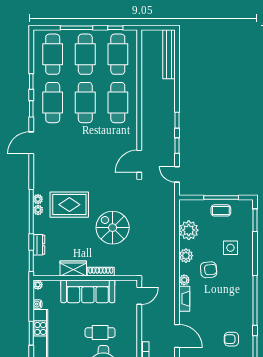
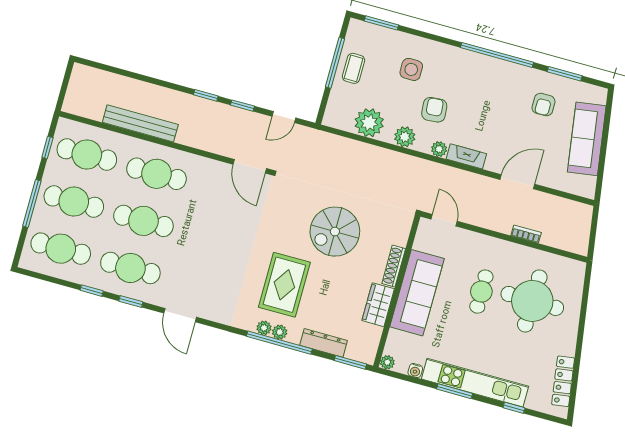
bench: (169, 54) -> (140, 123), moved
dresser: (39, 245) -> (324, 343), width x1.44

